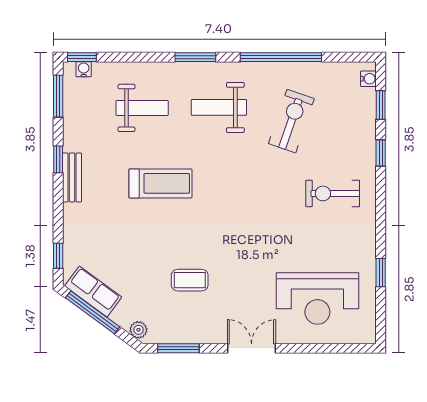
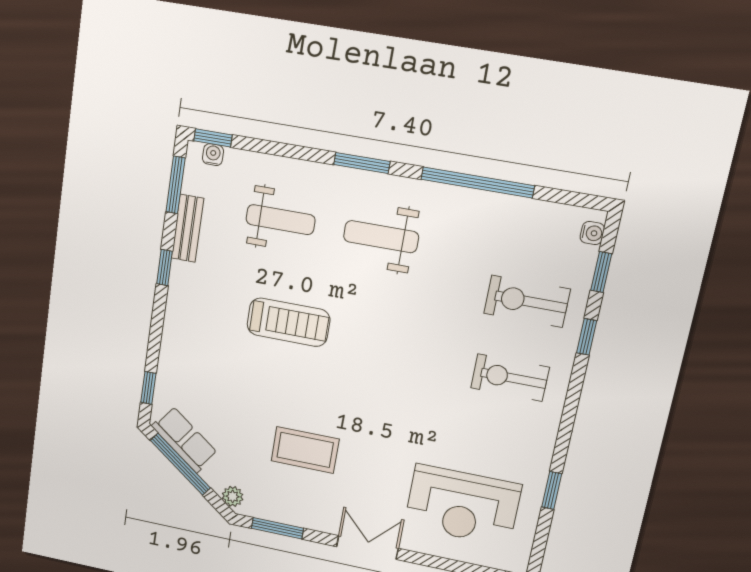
exercise bike: (291, 121) -> (527, 301), moved, turned -109
bench: (72, 177) -> (188, 228), moved
coffee table: (190, 280) -> (305, 450), width x1.36, depth x1.30

